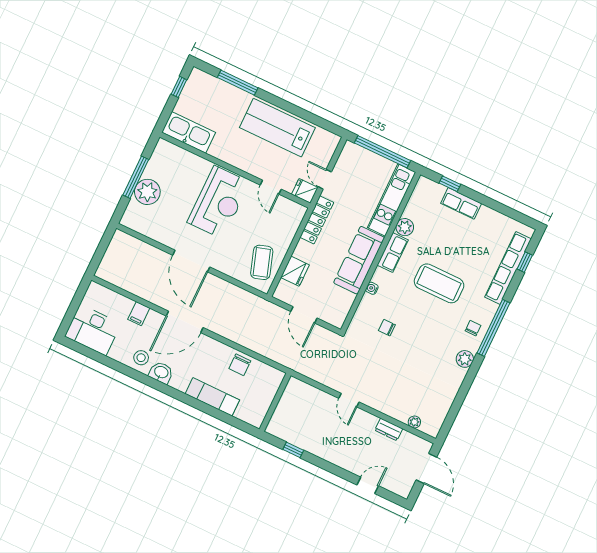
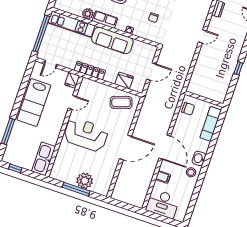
door: (325, 179) -> (51, 64), moved
desk: (93, 330) -> (163, 204), moved, turned 90
wall: (275, 402) -> (204, 99), moved

